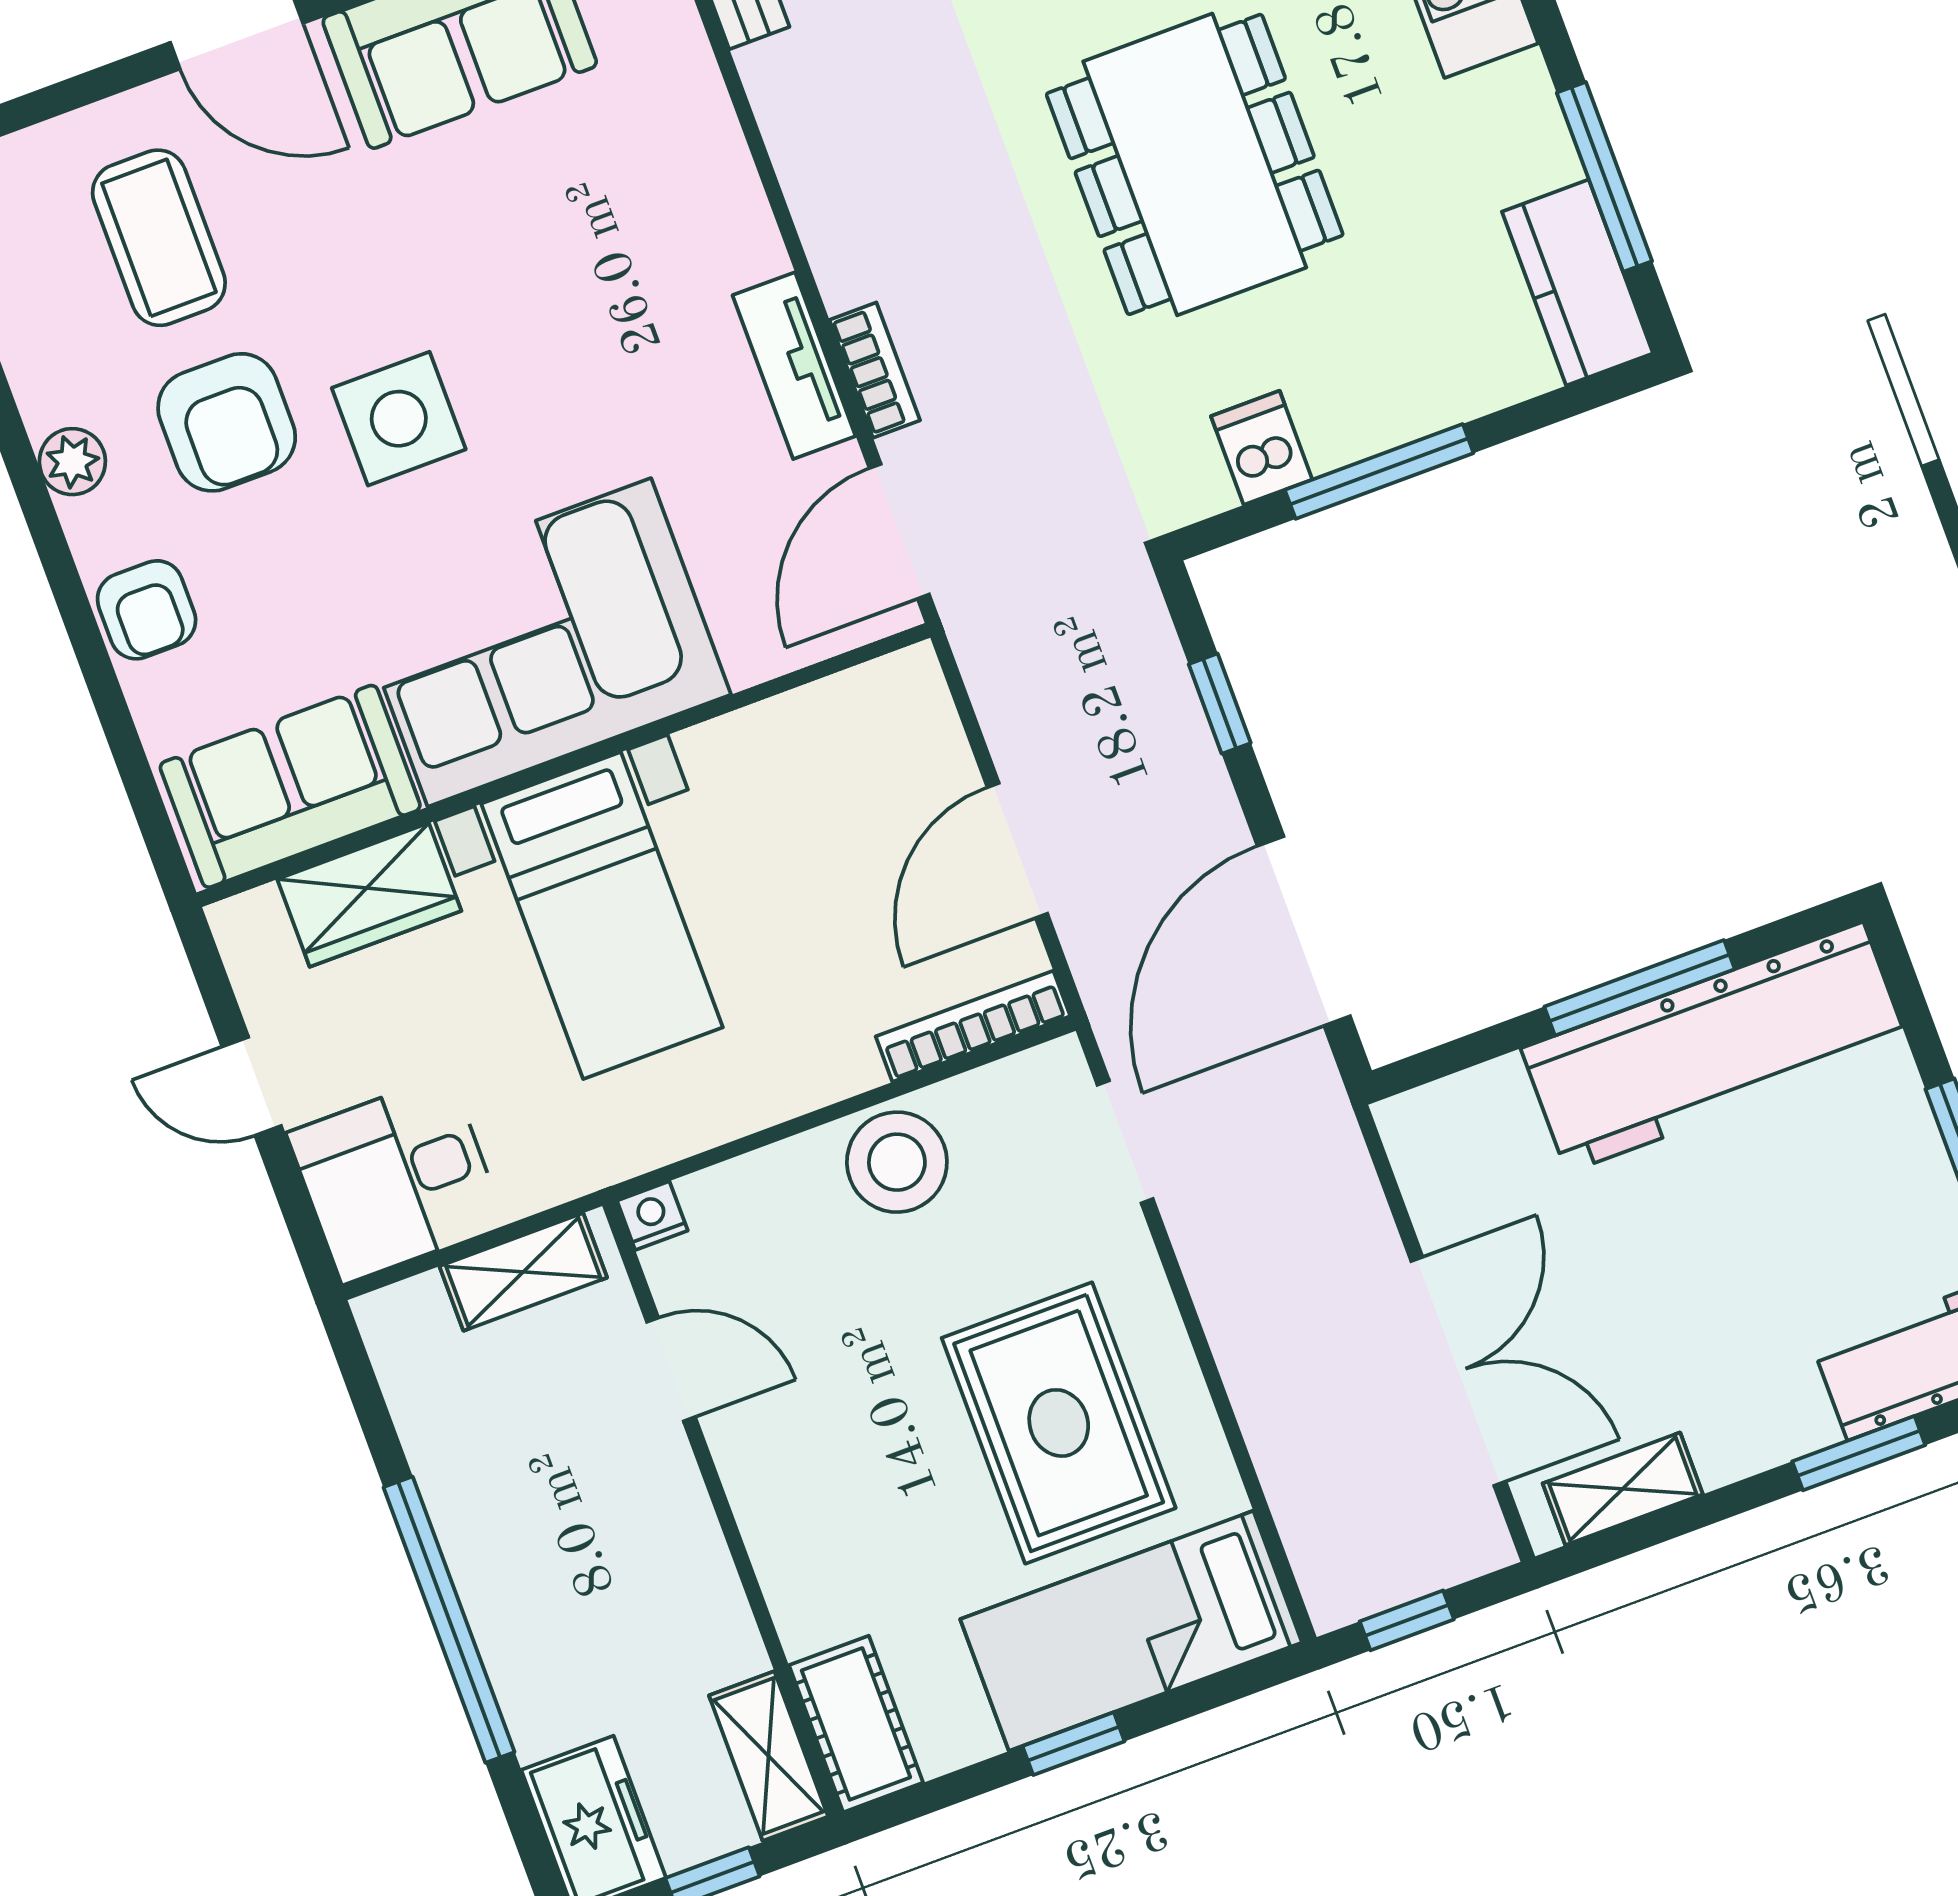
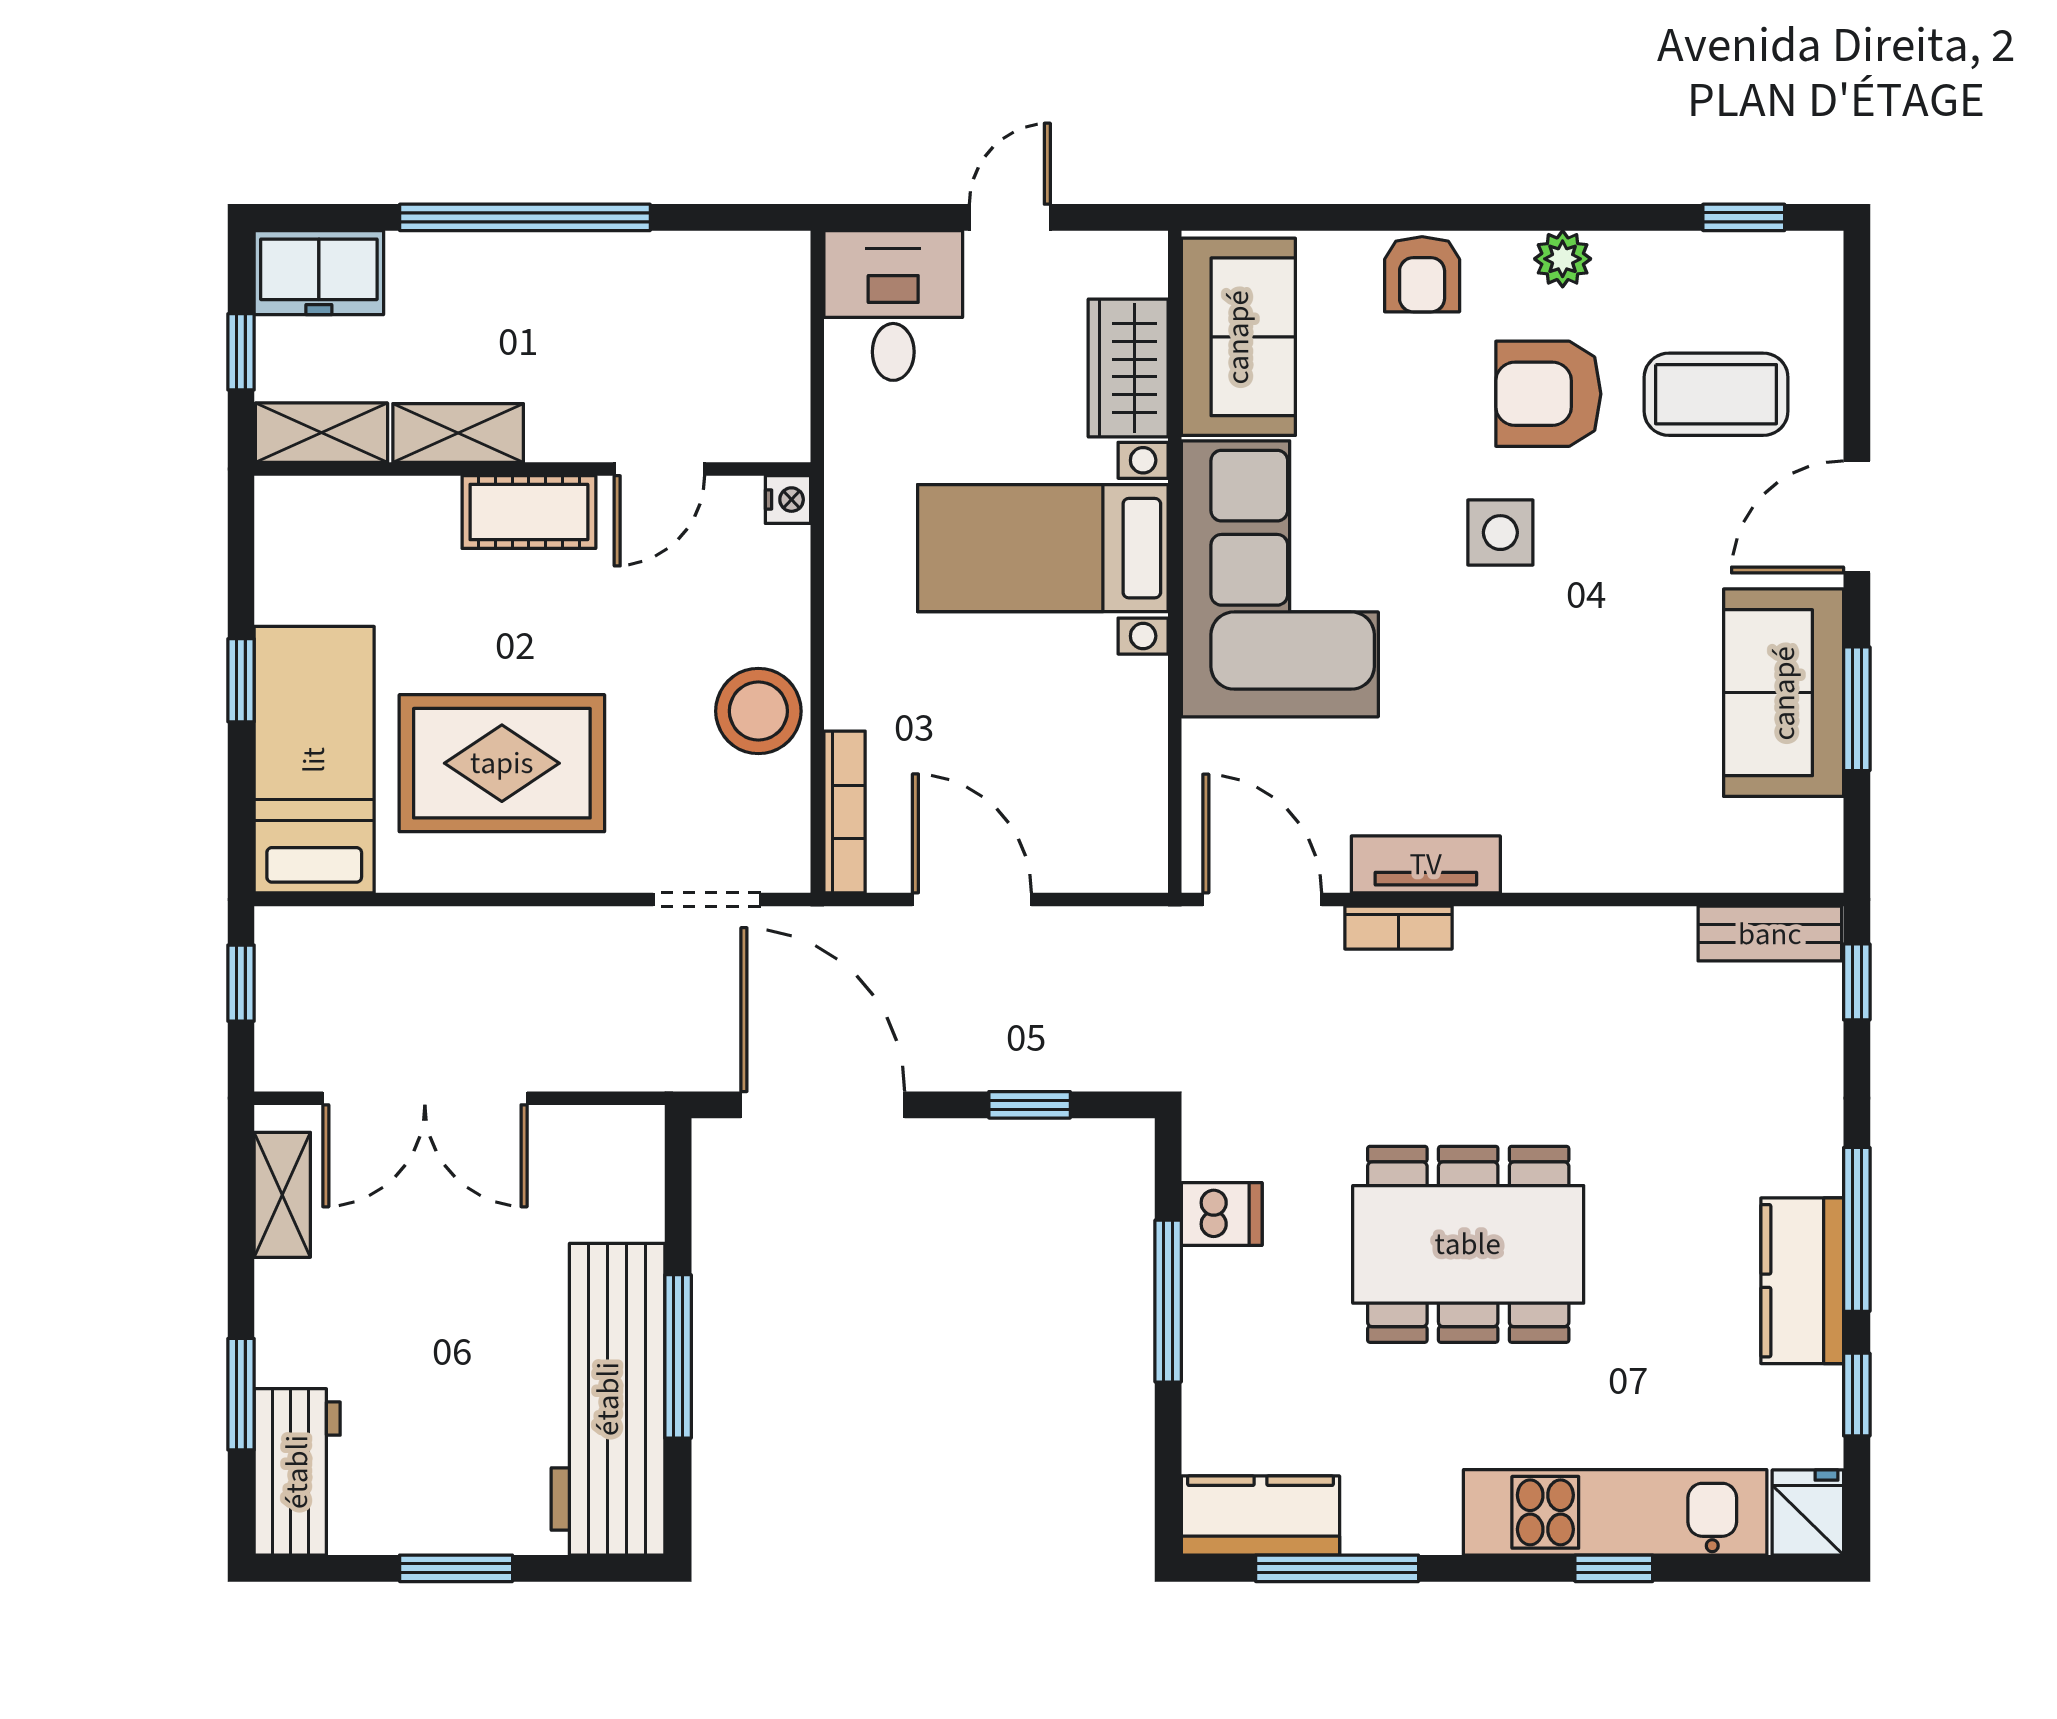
side table: (399, 419) -> (1500, 533), width x0.73, depth x0.73
armchair: (147, 610) -> (1422, 274), turned -90
shelving: (523, 1272) -> (458, 433), moved, turned 90
cot: (856, 1724) -> (529, 512), moved

